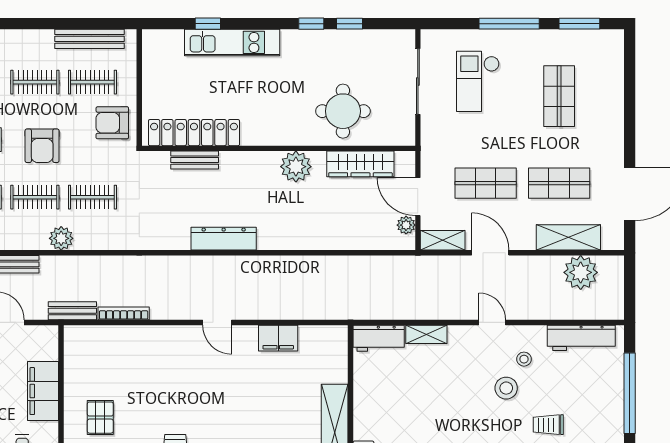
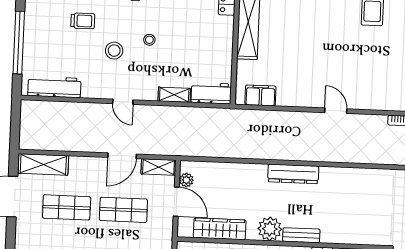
bench: (195, 160) -> (301, 235), moved
shelving: (568, 237) -> (43, 164), moved
dresser: (224, 239) -> (293, 174), moved
door: (490, 253) -> (122, 156), hinge flipped
plant: (581, 272) -> (53, 138), removed
filing cabinet: (278, 338) -> (260, 95), moved
stool: (524, 359) -> (149, 40), moved

